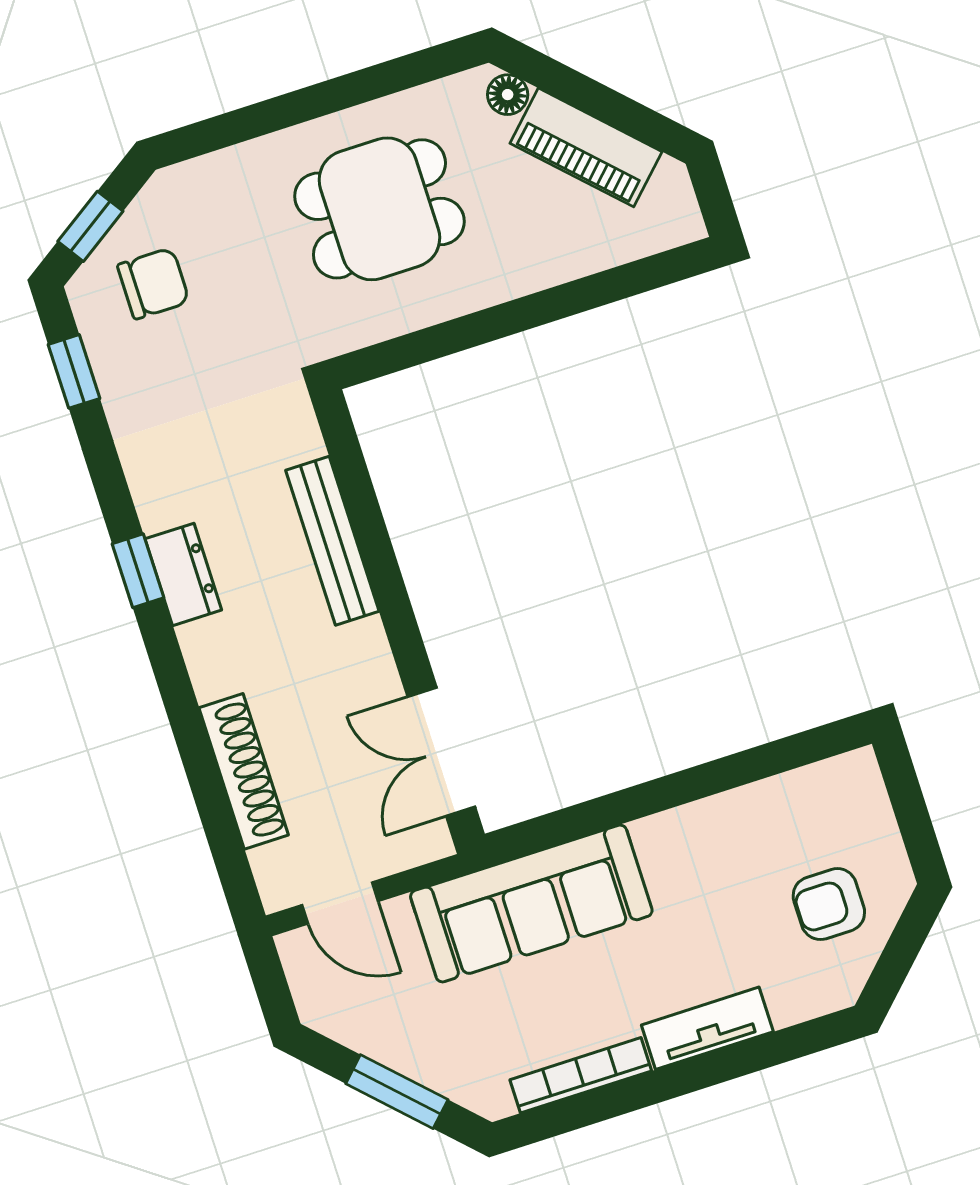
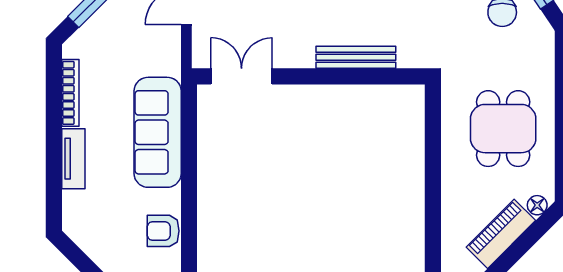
sofa: (531, 903) -> (158, 132), moved
armchair: (829, 904) -> (163, 231), moved, turned -90

